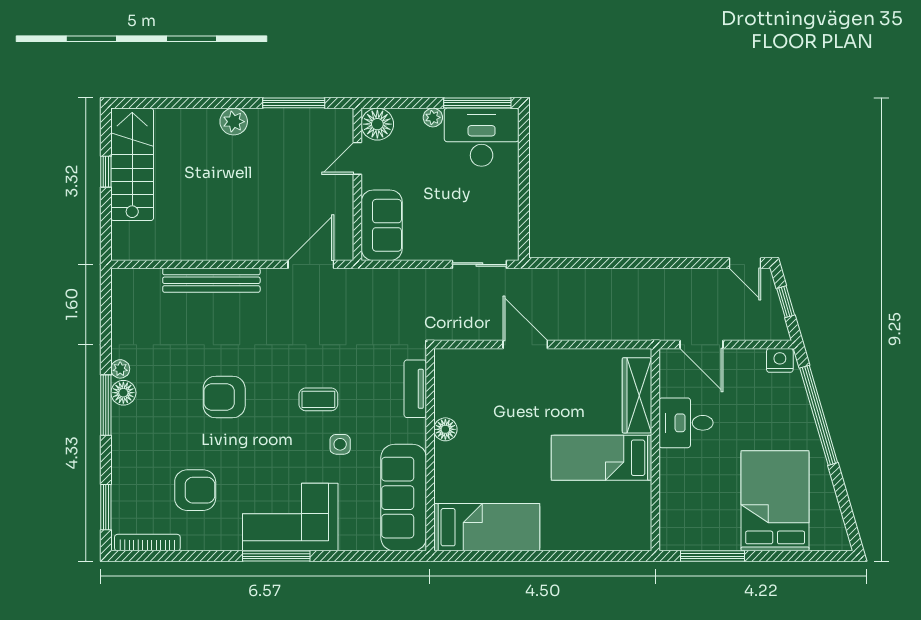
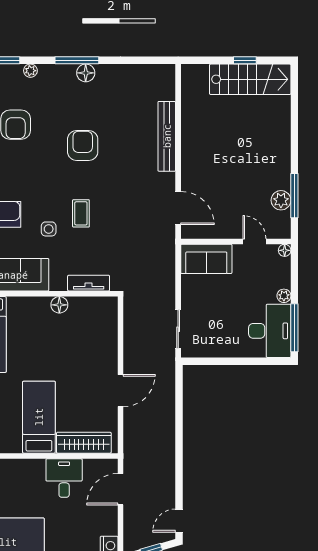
plant: (234, 122) -> (281, 200), moved
floor lamp: (377, 124) -> (285, 250), width x0.53, depth x0.53
door: (525, 345) -> (120, 391), moved
plant: (120, 369) -> (30, 71), moved

